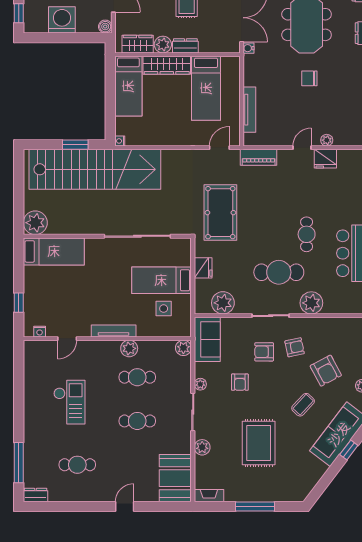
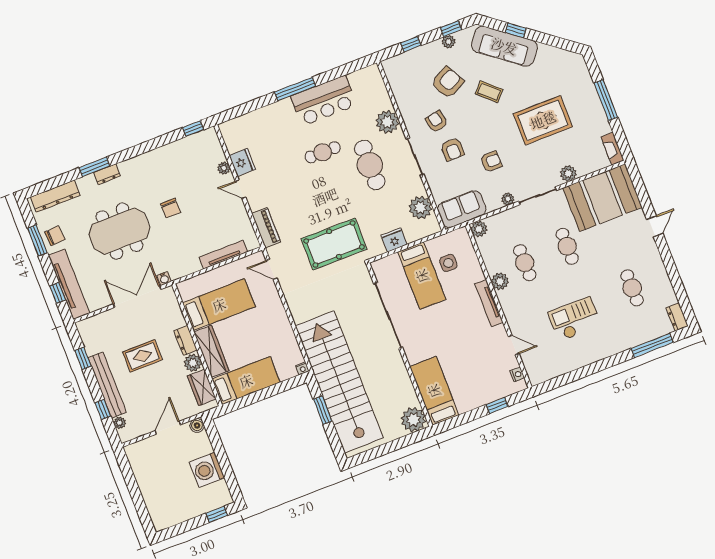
booth: (175, 478) -> (602, 198), width x1.36, depth x1.42
door: (125, 506) -> (655, 226), swing flipped

